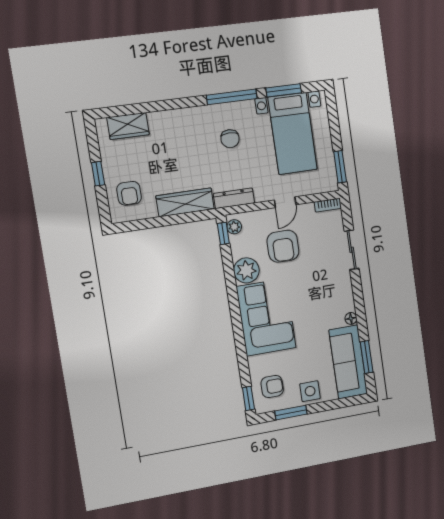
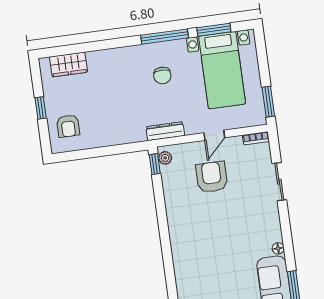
wardrobe: (185, 202) -> (119, 135), removed
armchair: (283, 246) -> (212, 177), turned 180
plant: (246, 270) -> (176, 199), removed
corner sofa: (266, 317) -> (195, 245), removed

